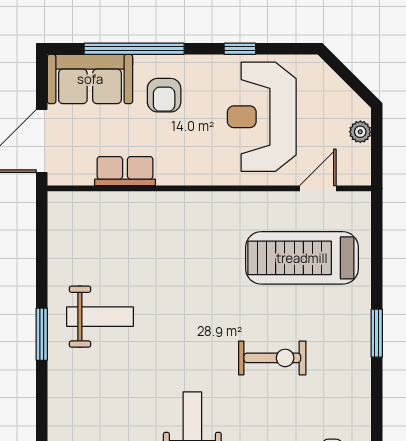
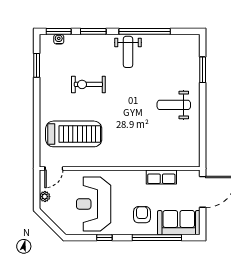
reception desk: (262, 117) -> (94, 204), turned 180
door: (318, 188) -> (54, 168), moved
window: (377, 333) -> (37, 65), moved
window: (42, 334) -> (203, 70), moved

